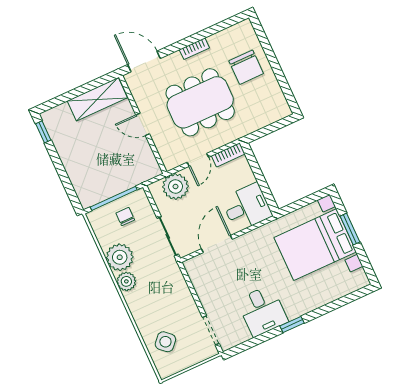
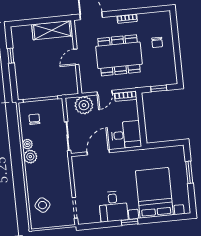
chair: (246, 67) -> (157, 42), width x0.54, depth x0.54
door: (143, 124) -> (76, 57), hinge flipped
window: (270, 129) -> (159, 88), added
window: (43, 132) -> (11, 56), moved
chair: (125, 216) -> (34, 119), moved
bed with nightstands: (315, 245) -> (154, 193), moved, turned 90
plant: (120, 257) -> (27, 144), width x0.53, depth x0.53

